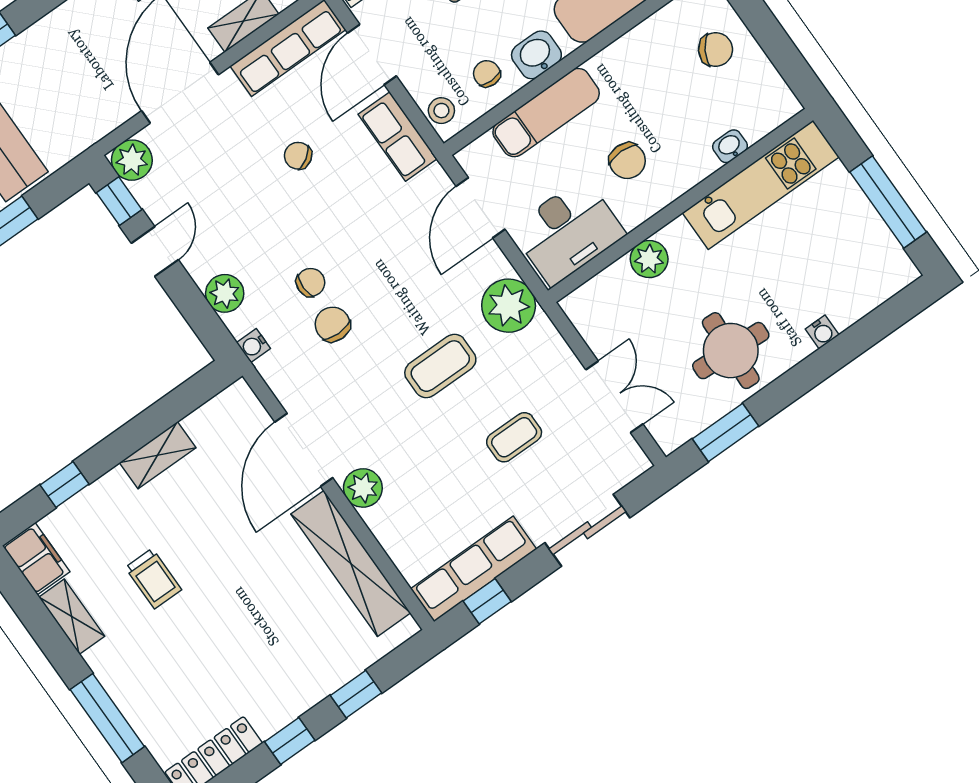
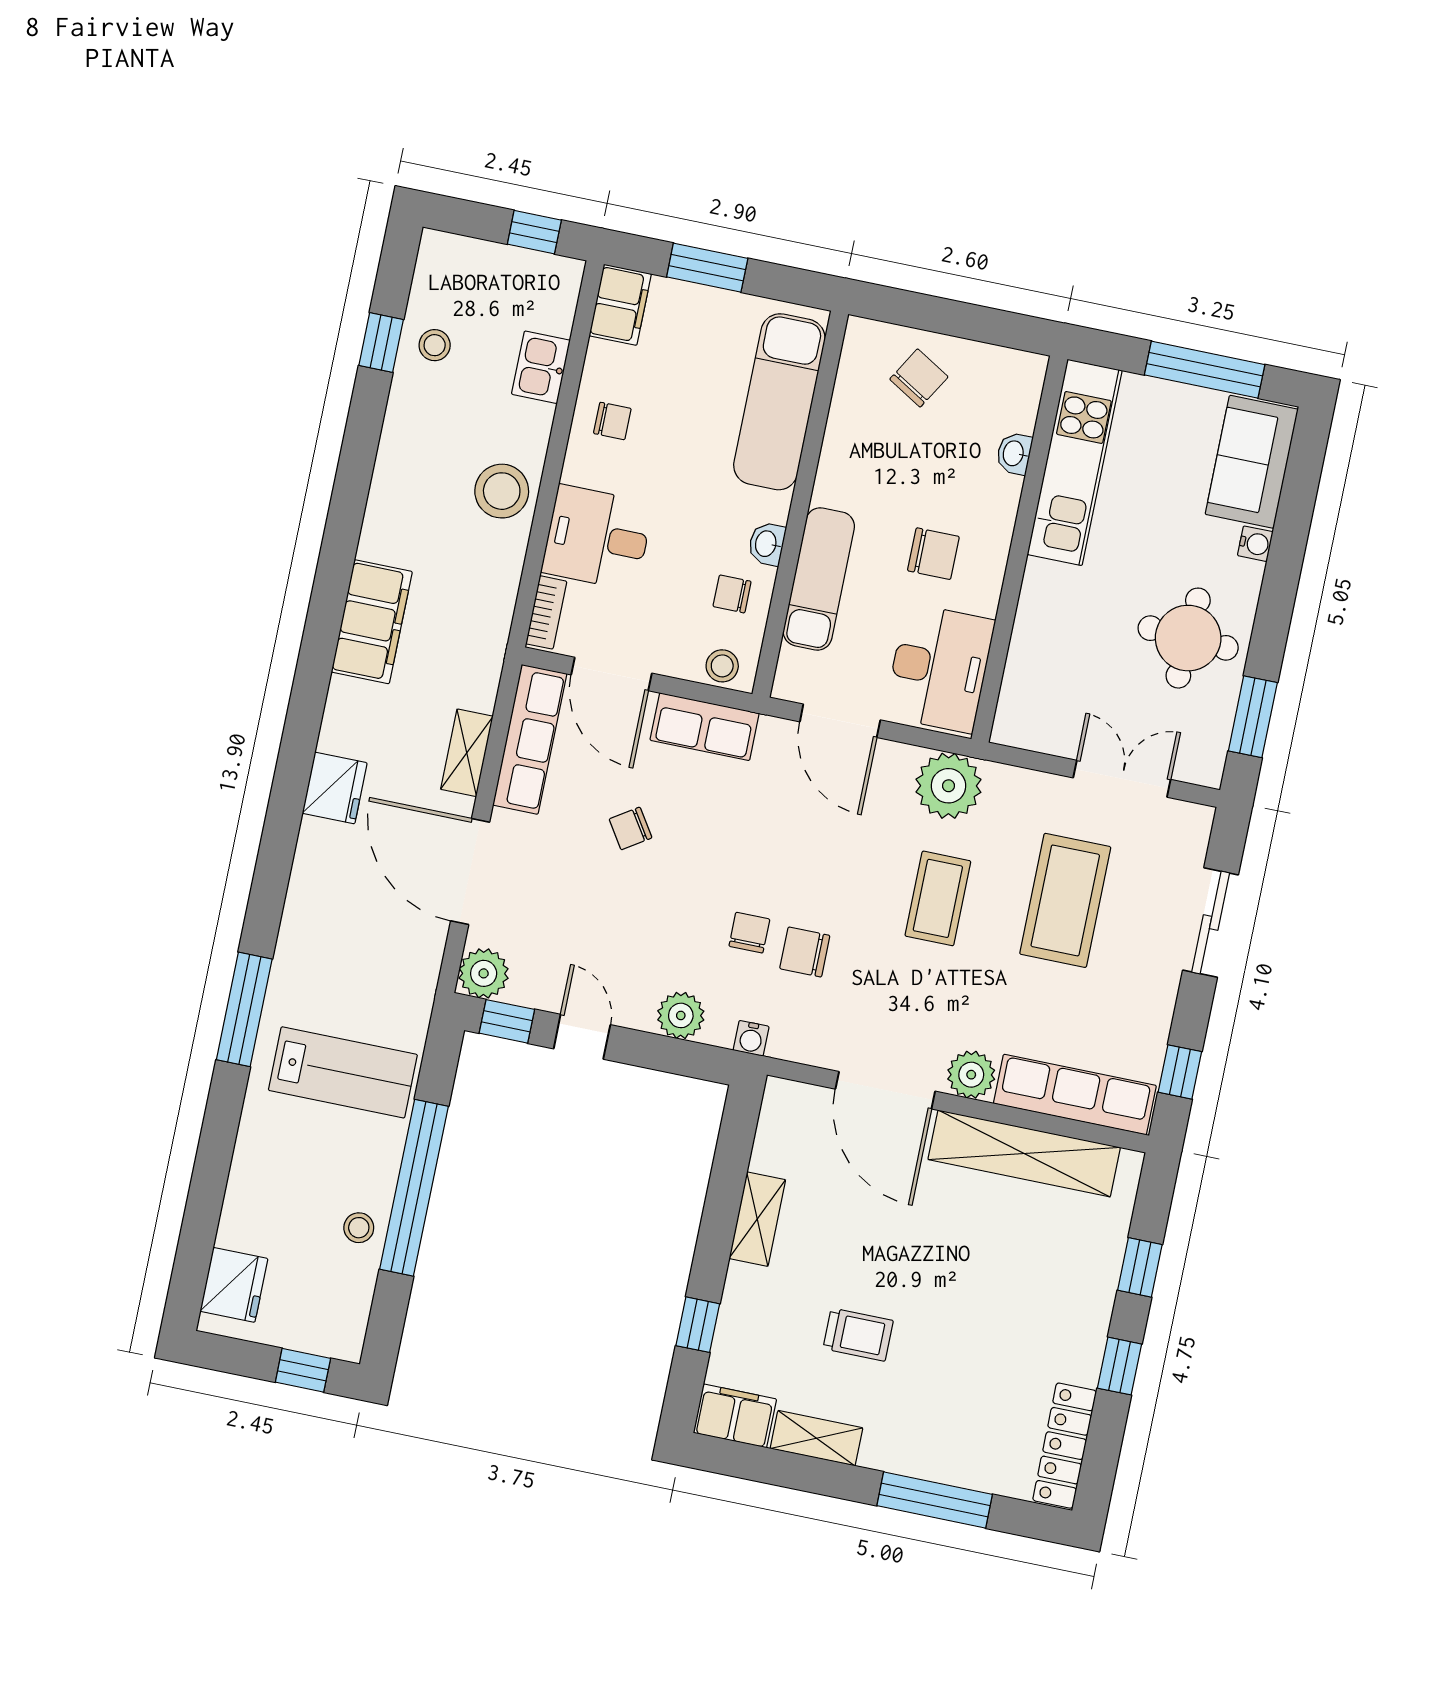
washbasin: (536, 55) -> (767, 544), width x0.72, depth x0.69
plant: (649, 259) -> (1036, 624), removed
sofa: (865, 282) -> (1252, 462), added
coffee table: (514, 437) -> (1065, 900), width x1.86, depth x1.72
row of seats: (474, 569) -> (1075, 1095), moved, turned 90

